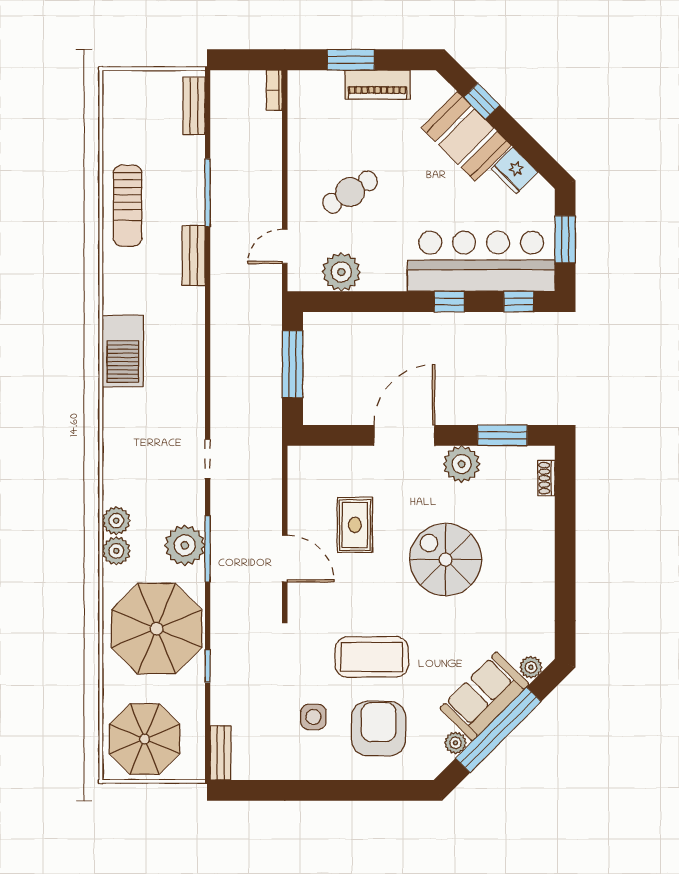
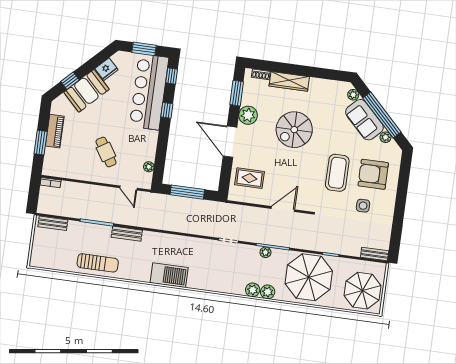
plant: (341, 272) -> (149, 167), width x0.53, depth x0.53
rug: (355, 525) -> (249, 178), moved
wardrobe: (540, 536) -> (289, 81), added
plant: (185, 545) -> (265, 252), width x0.53, depth x0.53

